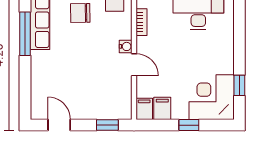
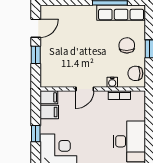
water cooler: (126, 46) -> (112, 82), moved
window: (107, 125) -> (36, 55), moved

